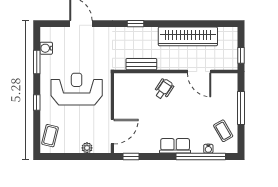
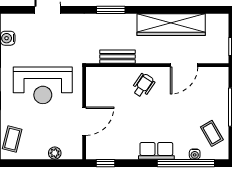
window: (136, 24) -> (111, 10), width x1.50
door: (199, 72) -> (184, 65), hinge flipped
reception desk: (77, 89) -> (43, 85), turned 180
door: (112, 132) -> (84, 121), moved

